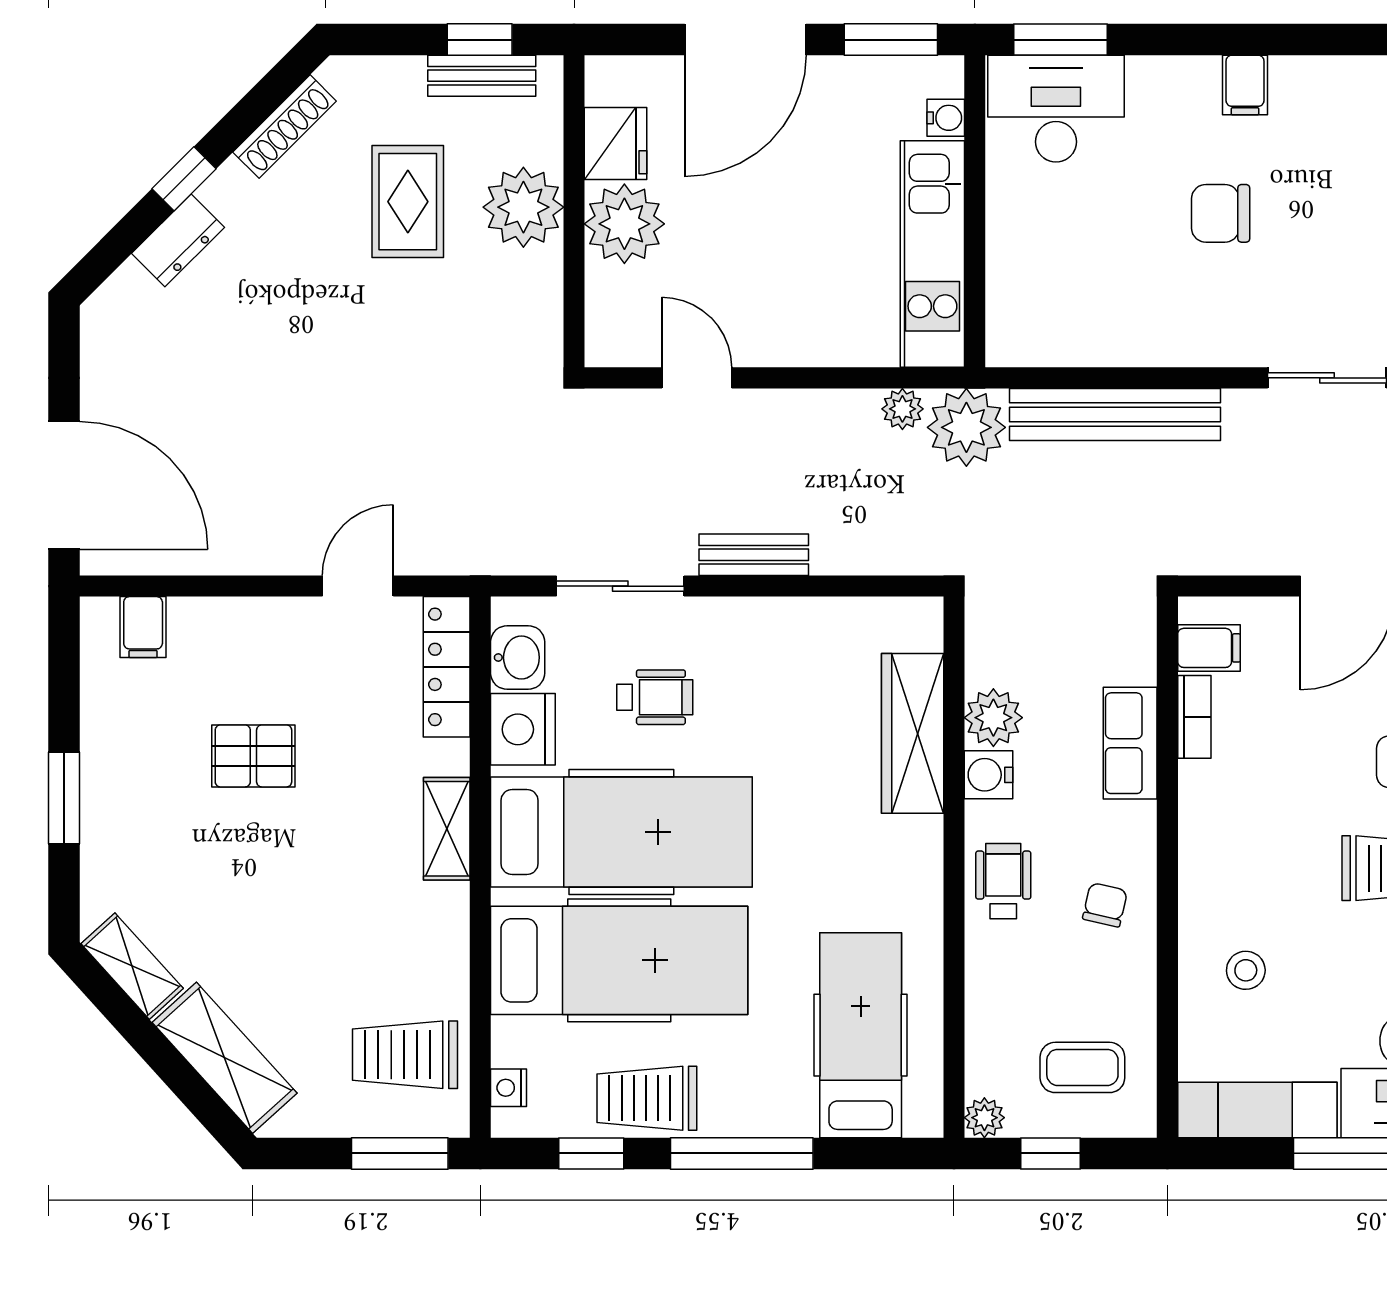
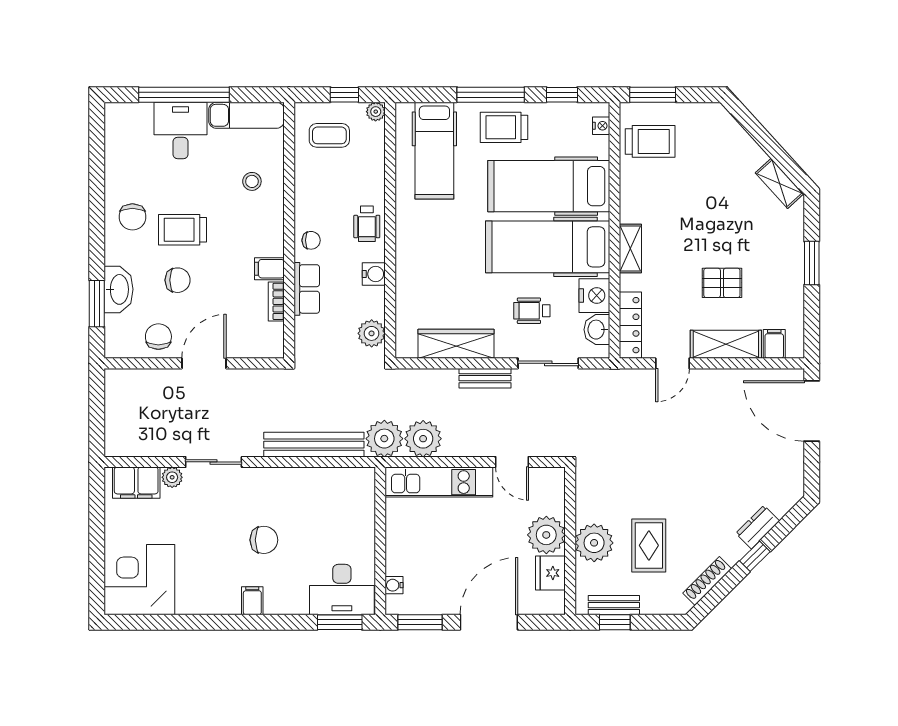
kitchen unit: (932, 254) -> (439, 482), moved, turned 90
plant: (902, 409) -> (423, 439), width x1.87, depth x1.87
filing cabinet: (1209, 648) -> (269, 269), moved
plant: (993, 718) -> (372, 333), moved
wardrobe: (913, 733) -> (456, 344), moved, turned -90
chair: (1105, 905) -> (311, 240), moved, turned -103
shelving: (225, 1058) -> (726, 344), moved, turned -48
trolley: (647, 1098) -> (504, 127), moved, turned 180

